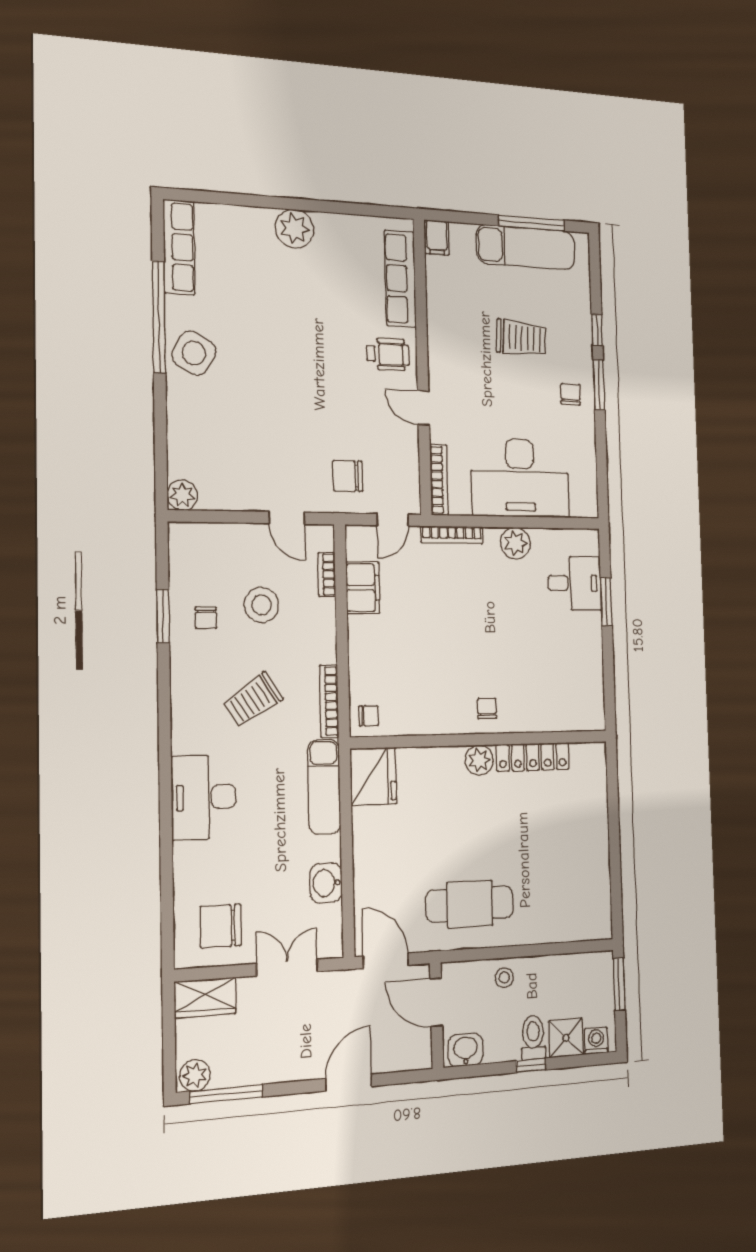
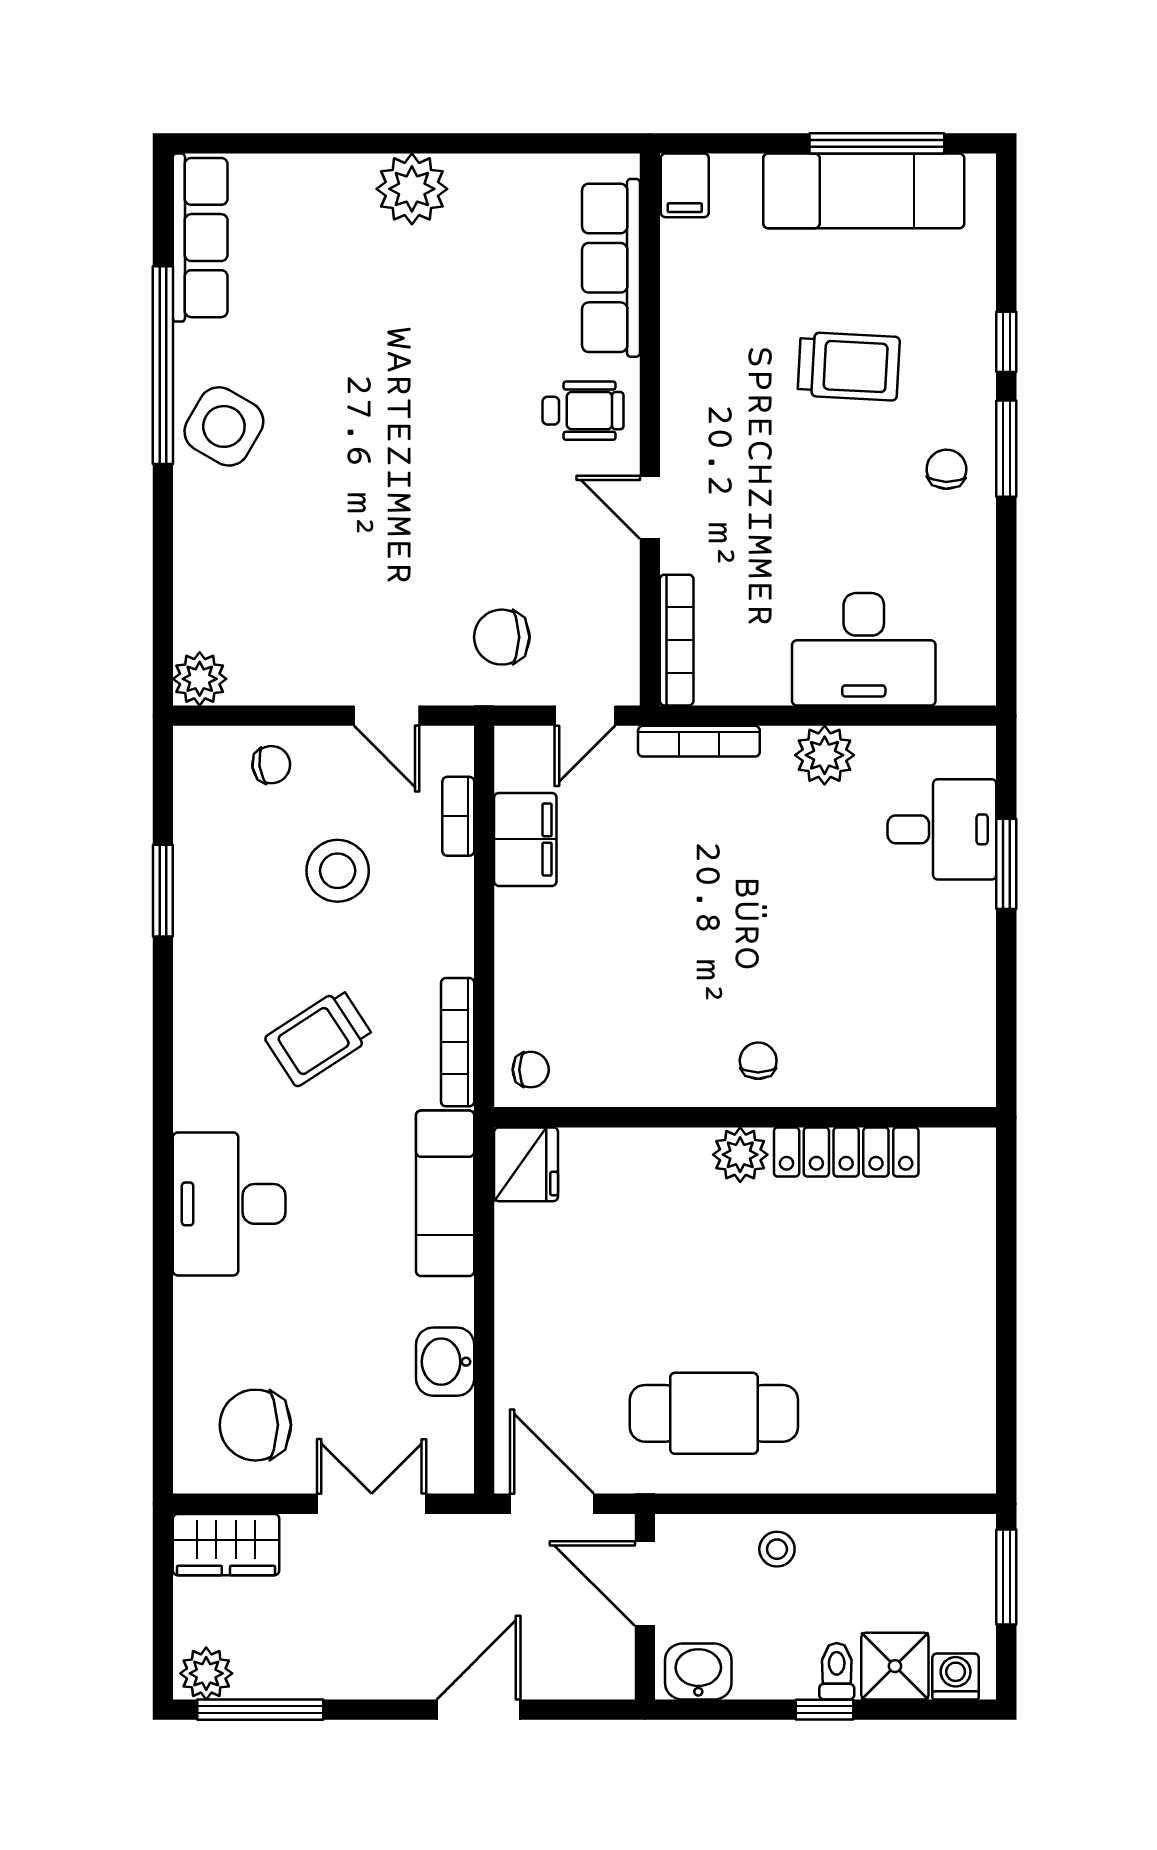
desk: (520, 478) -> (864, 649), width x0.73, depth x0.77
chair: (206, 618) -> (271, 765), moved, turned -98
fridge: (373, 776) -> (526, 1164), width x0.73, depth x0.75
toilet: (533, 1037) -> (837, 1671), width x0.73, depth x0.72

